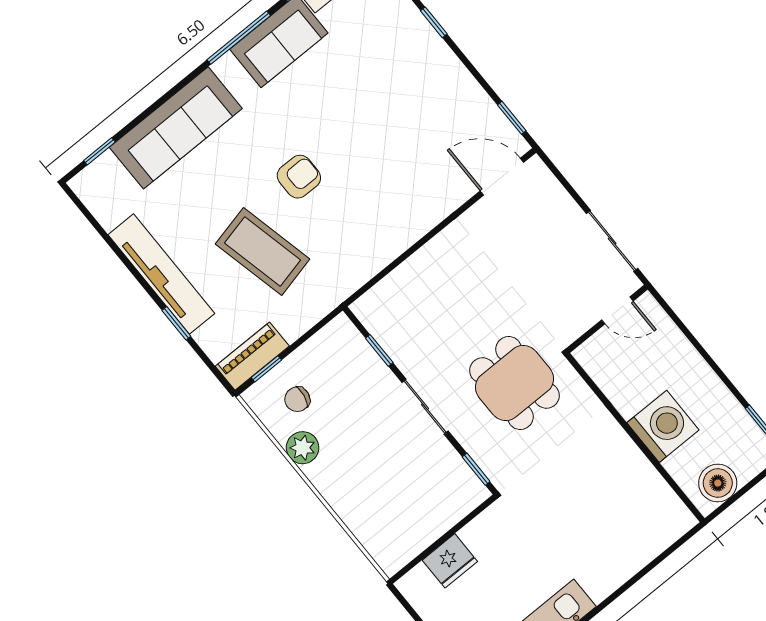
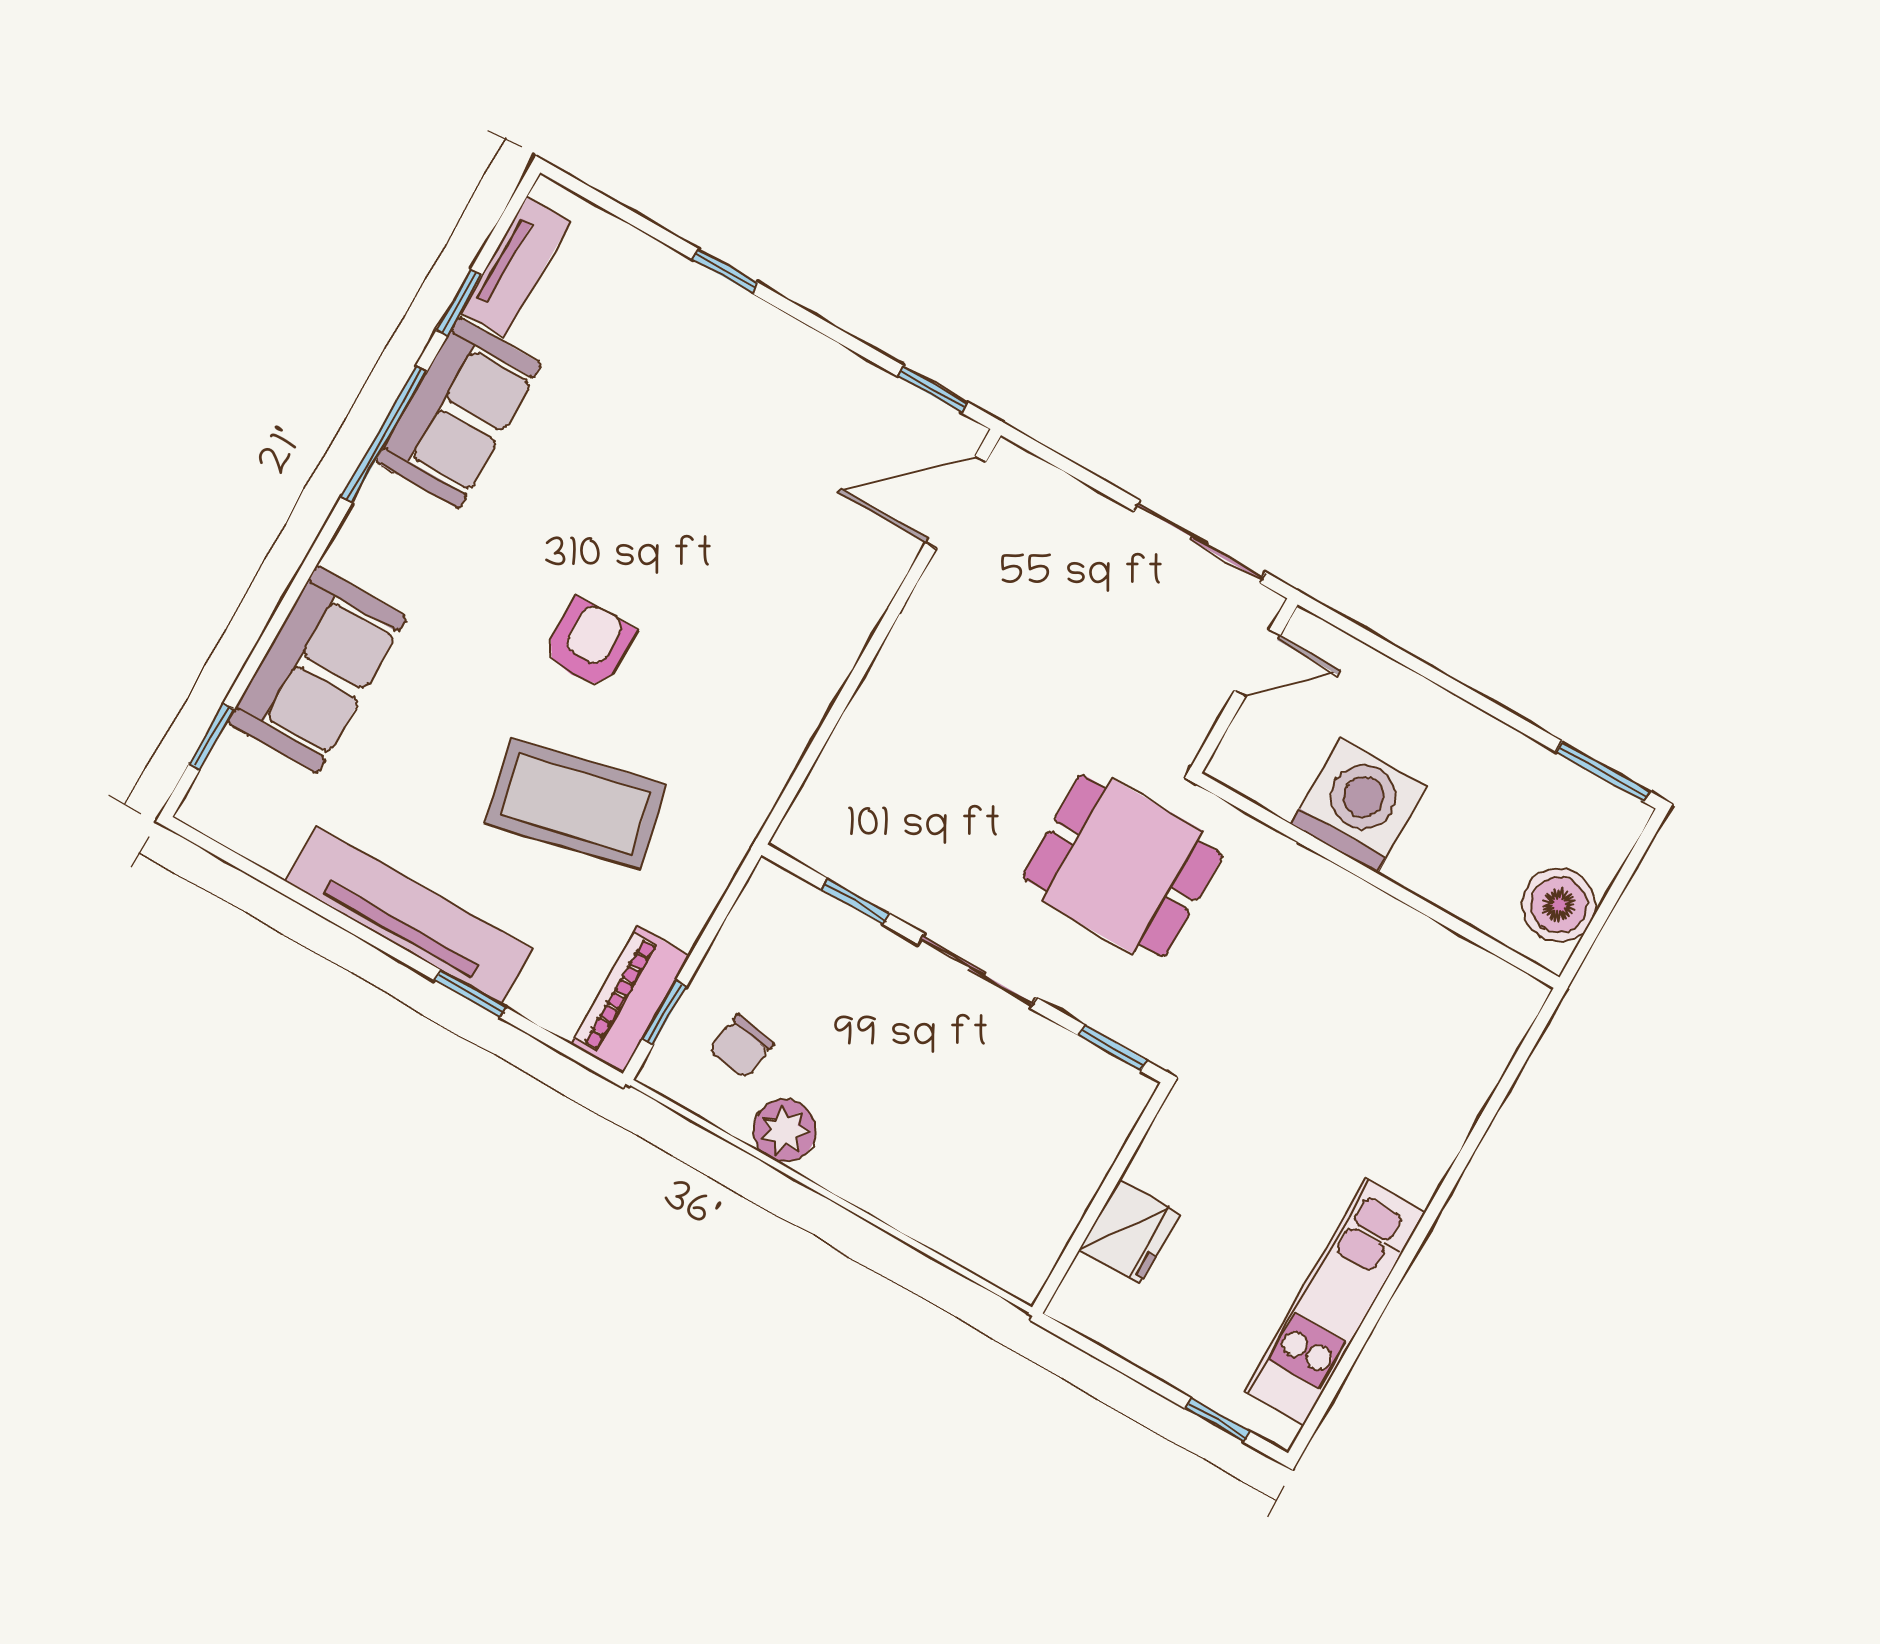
sofa: (176, 128) -> (317, 670), width x0.73
washing machine: (663, 426) -> (1358, 805), moved

